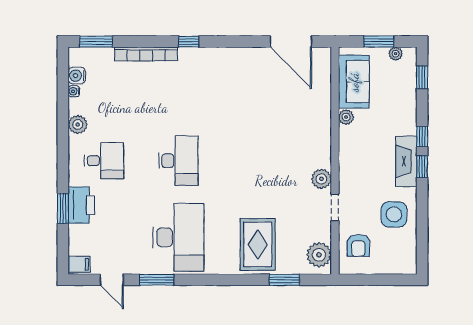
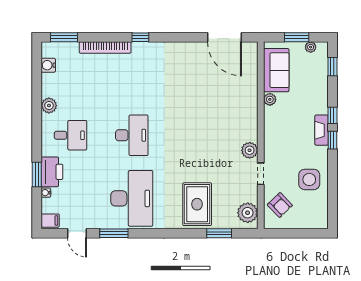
water cooler: (74, 91) -> (46, 193), moved
fireplace: (406, 161) -> (321, 130), width x0.73, depth x0.76
armchair: (358, 245) -> (280, 205), turned -44

